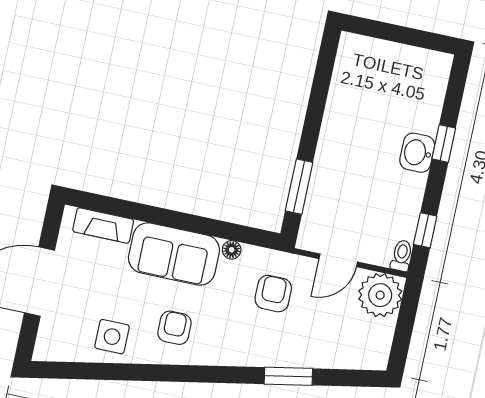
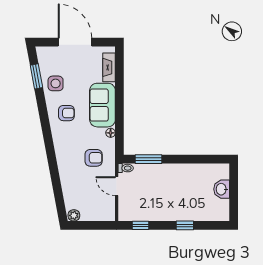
washbasin: (417, 153) -> (222, 189), moved, turned -90
toilet: (402, 256) -> (126, 168), moved
plant: (380, 295) -> (74, 215), moved, width x0.53, depth x0.53
window: (288, 376) -> (36, 76), moved

